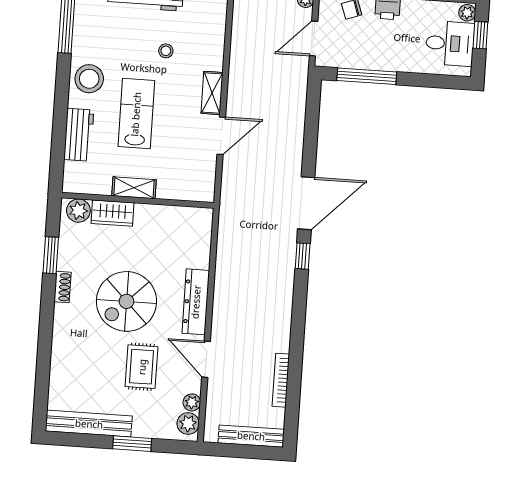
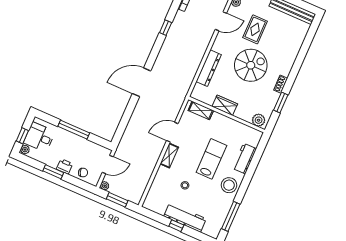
window: (367, 76) -> (74, 130), moved
lab bench: (136, 114) -> (211, 159), turned 180
shelving: (134, 188) -> (201, 110), moved
wardrobe: (112, 213) -> (225, 105), moved
window: (303, 256) -> (166, 28), moved
dresser: (196, 302) -> (209, 68), moved
door: (206, 359) -> (221, 21), hinge flipped

